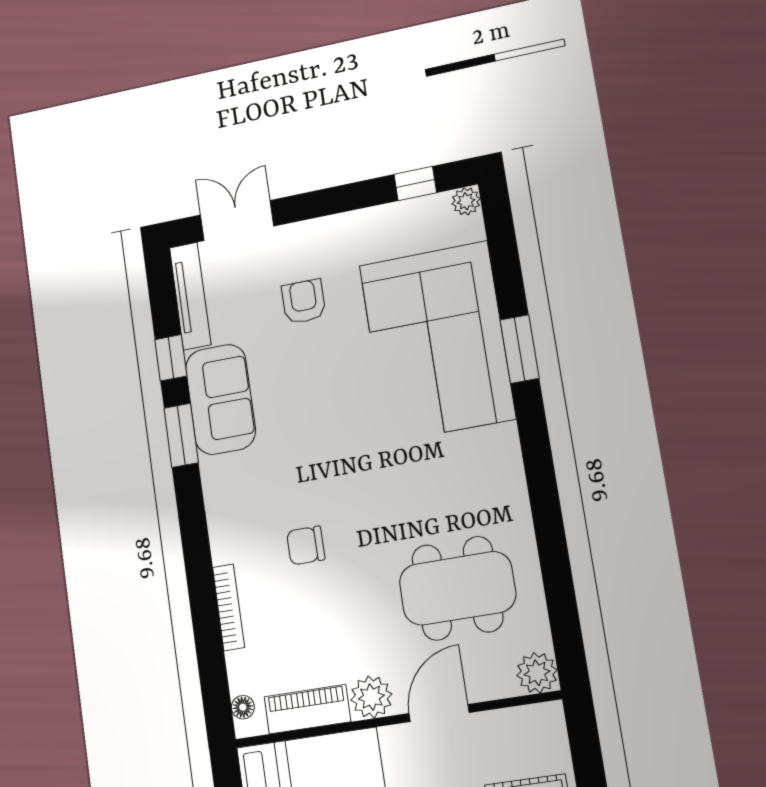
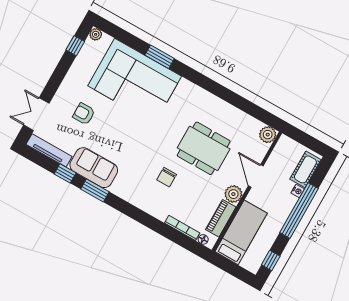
dining table: (457, 588) -> (204, 148), moved, turned 90
bookcase: (229, 607) -> (182, 228), moved

